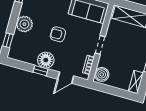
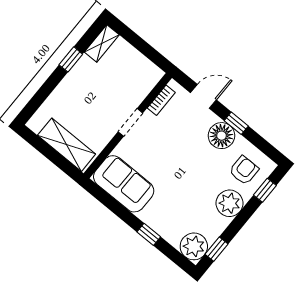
armchair: (58, 34) -> (244, 170), moved, turned -90
boiler: (102, 74) -> (148, 77), removed

